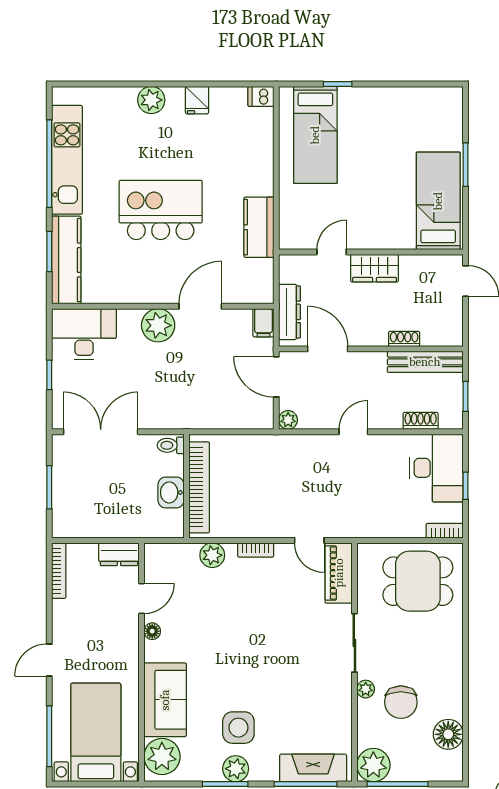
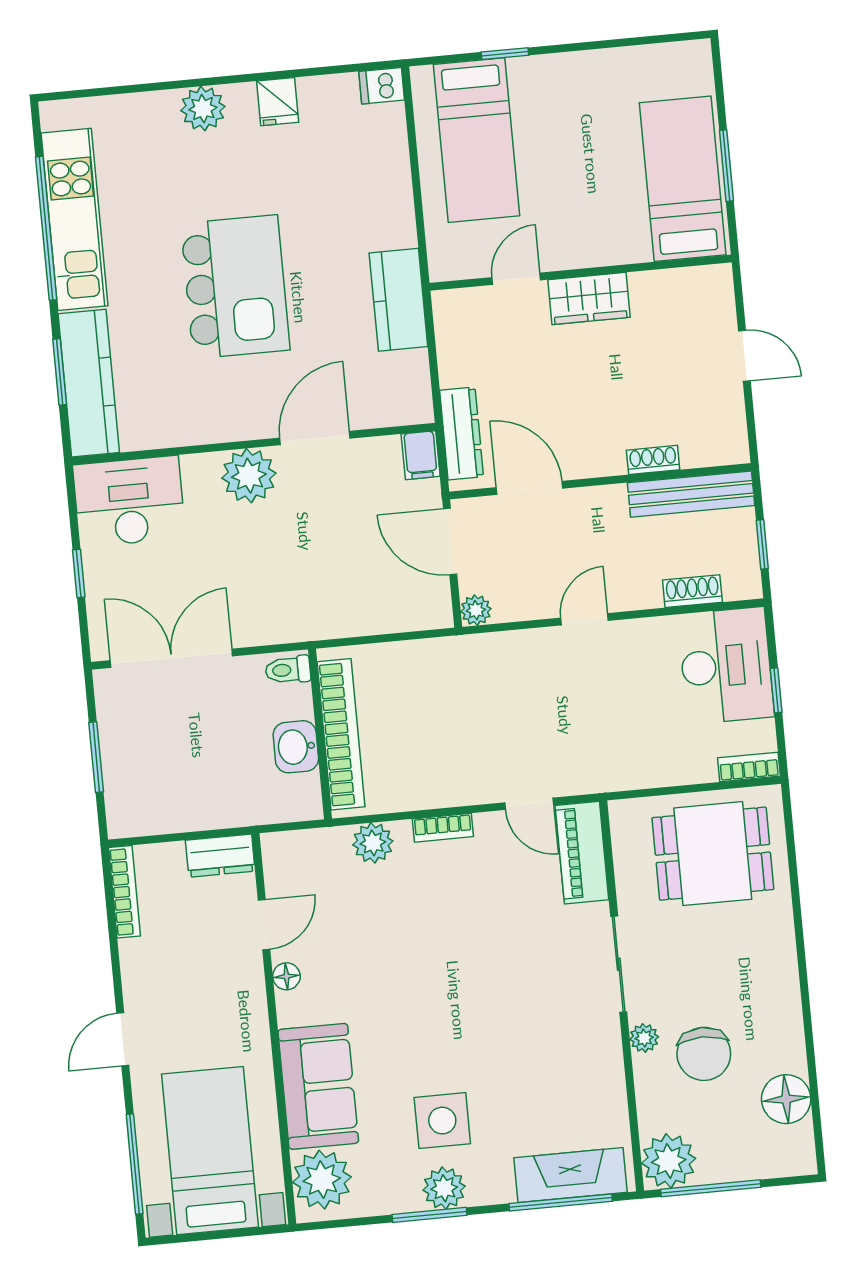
bed: (438, 201) -> (683, 179), moved
kitchen island: (161, 210) -> (235, 287), turned 90
door: (332, 252) -> (516, 279), moved
wall: (371, 252) -> (581, 273), moved
wardrobe: (375, 268) -> (589, 298), moved

